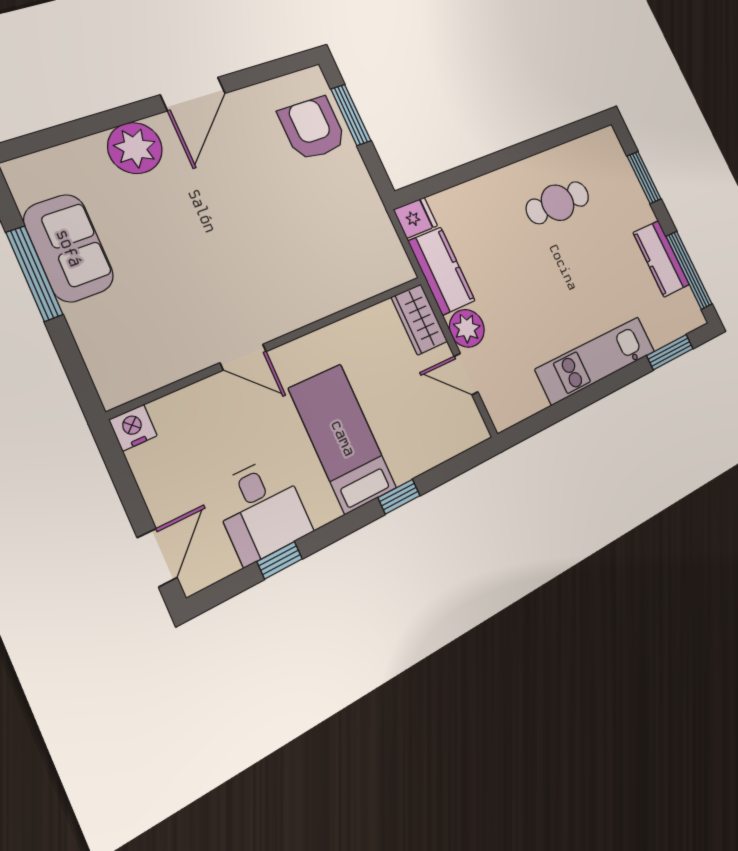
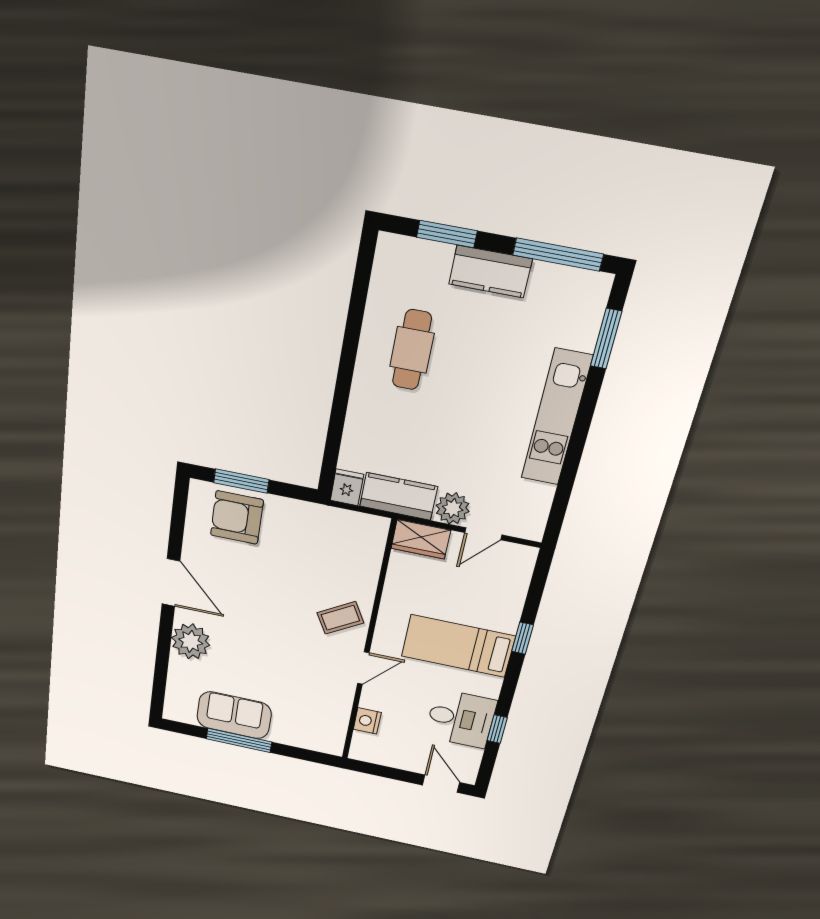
kitchen counter: (661, 259) -> (490, 272), moved
coffee table: (283, 294) -> (340, 618), added
nightstand: (133, 428) -> (367, 721), moved

